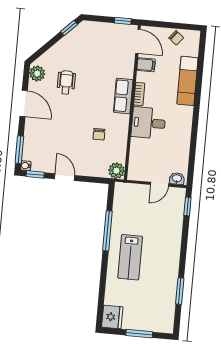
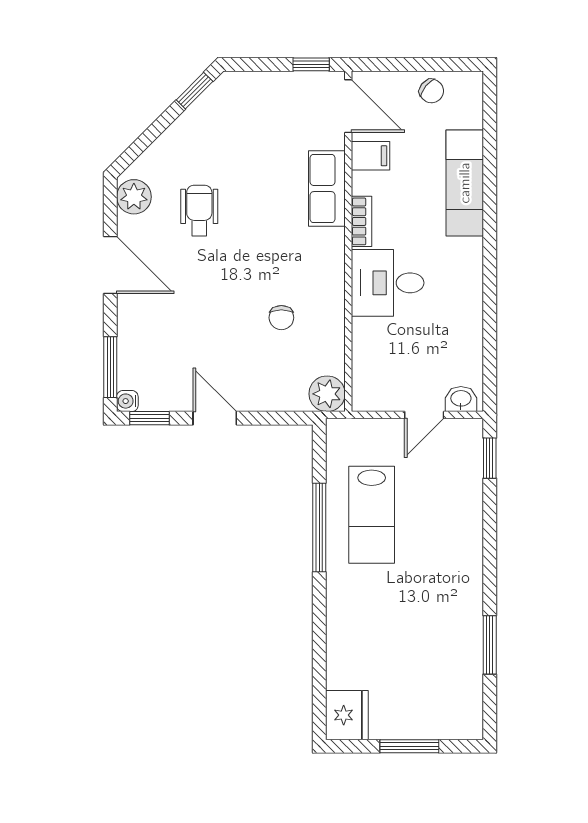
row of seats: (123, 96) -> (327, 189), moved
lab bench: (130, 257) -> (372, 515), moved

